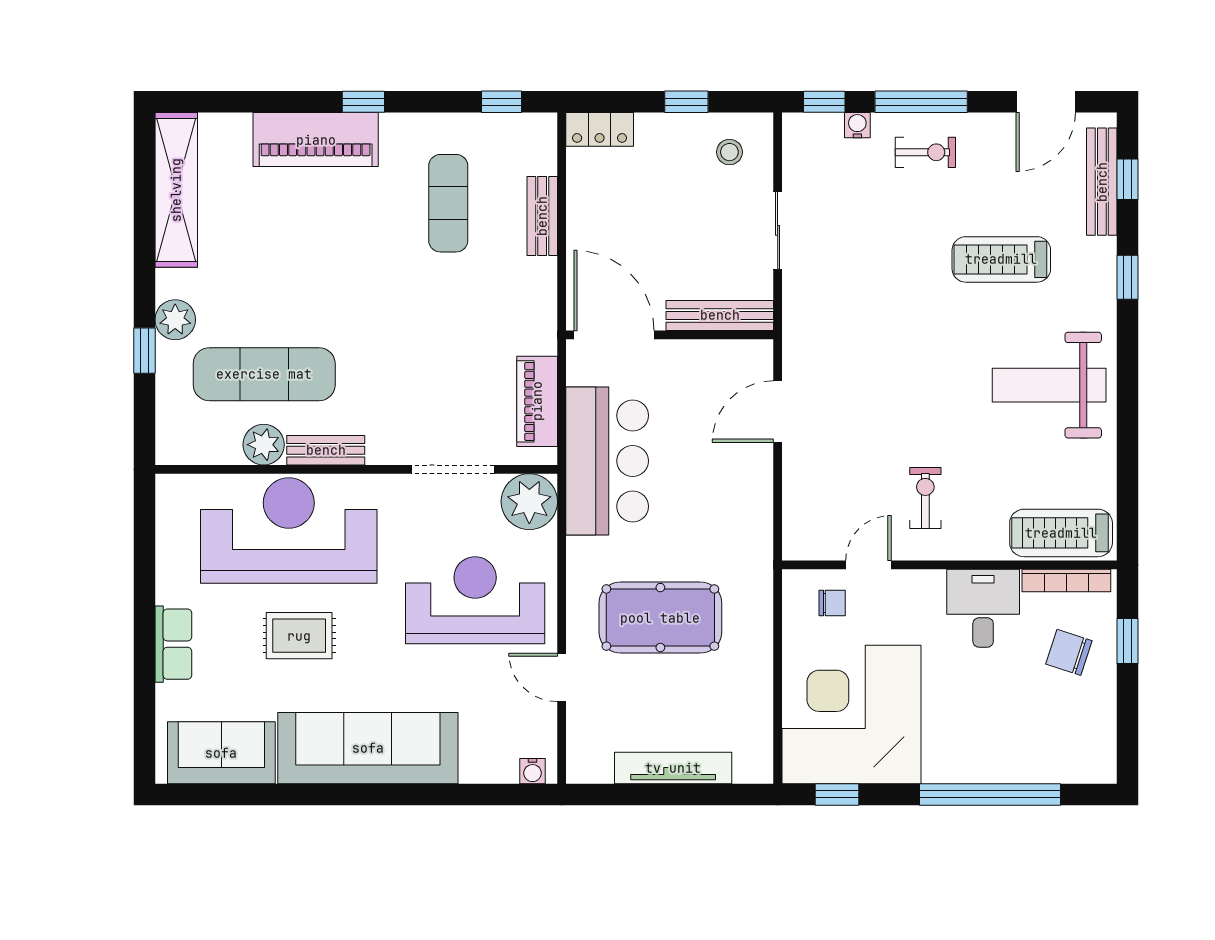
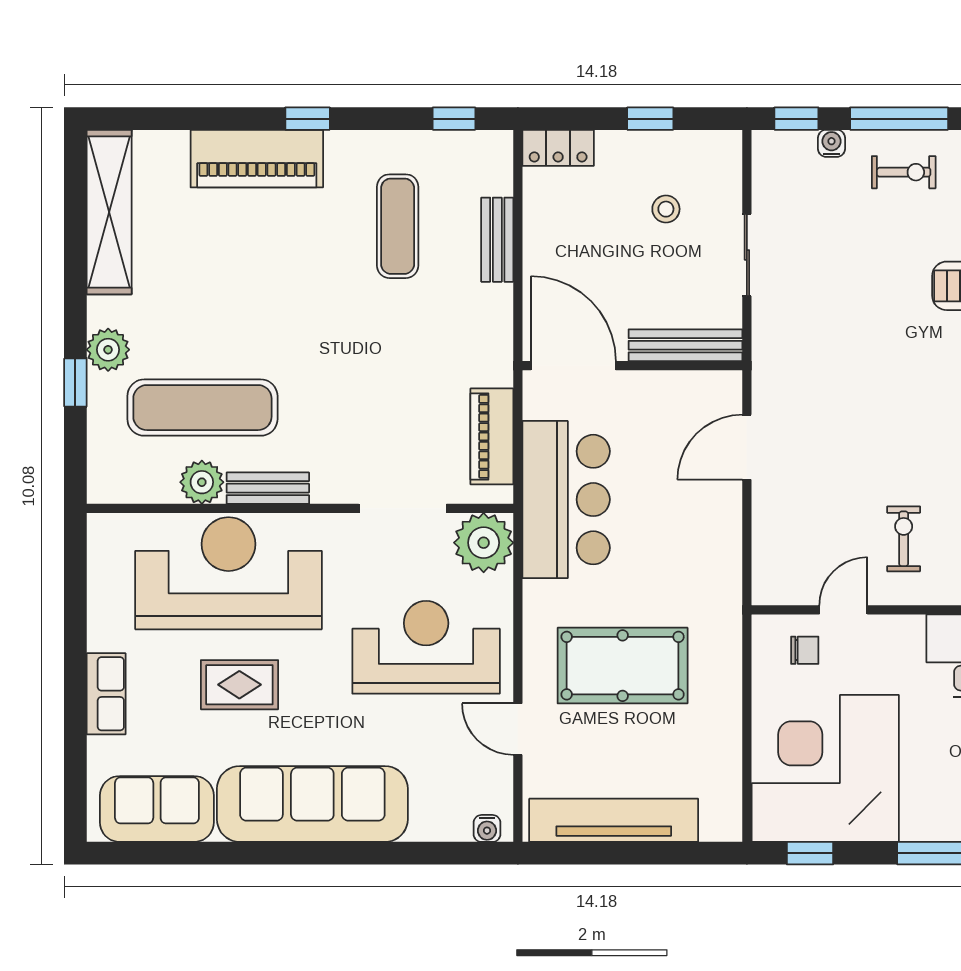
stool: (729, 152) -> (666, 209), moved
tv unit: (673, 768) -> (614, 820), width x1.36, depth x1.29

